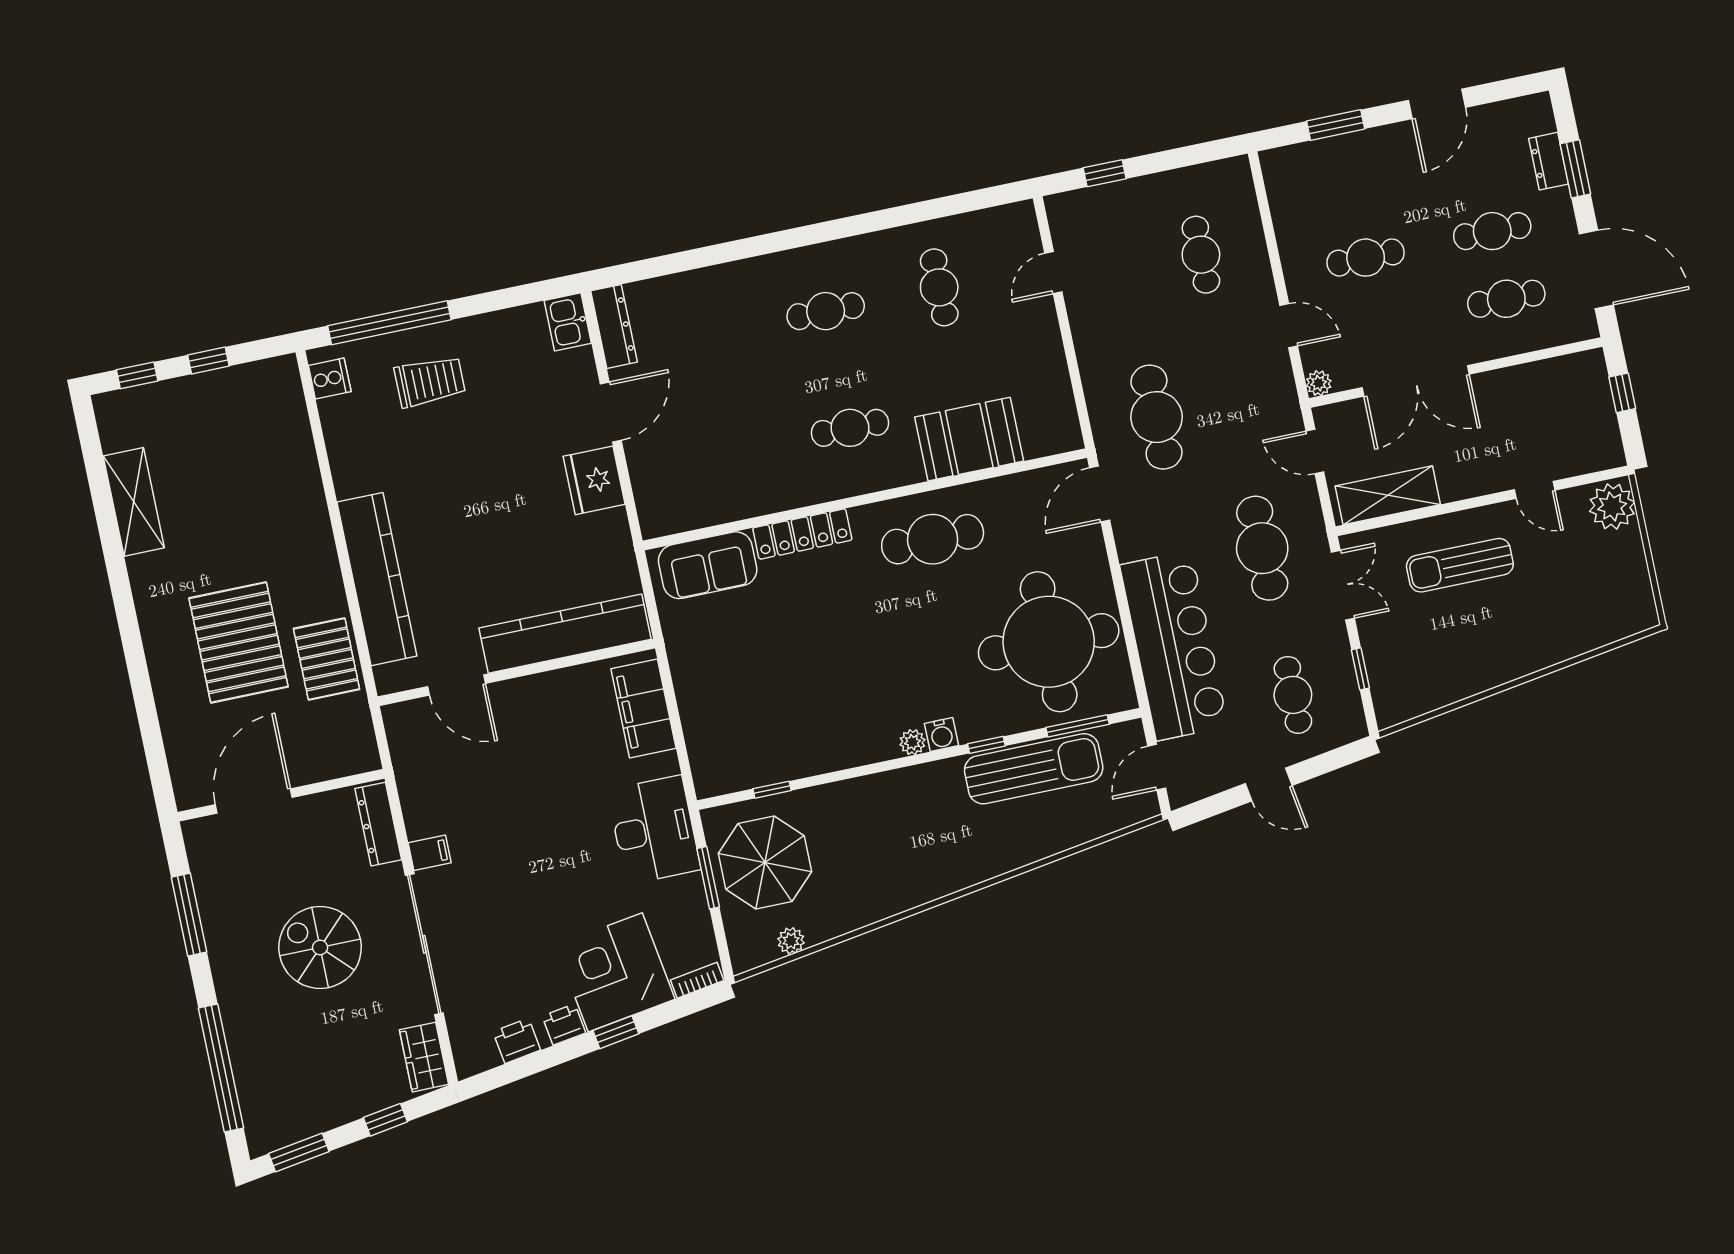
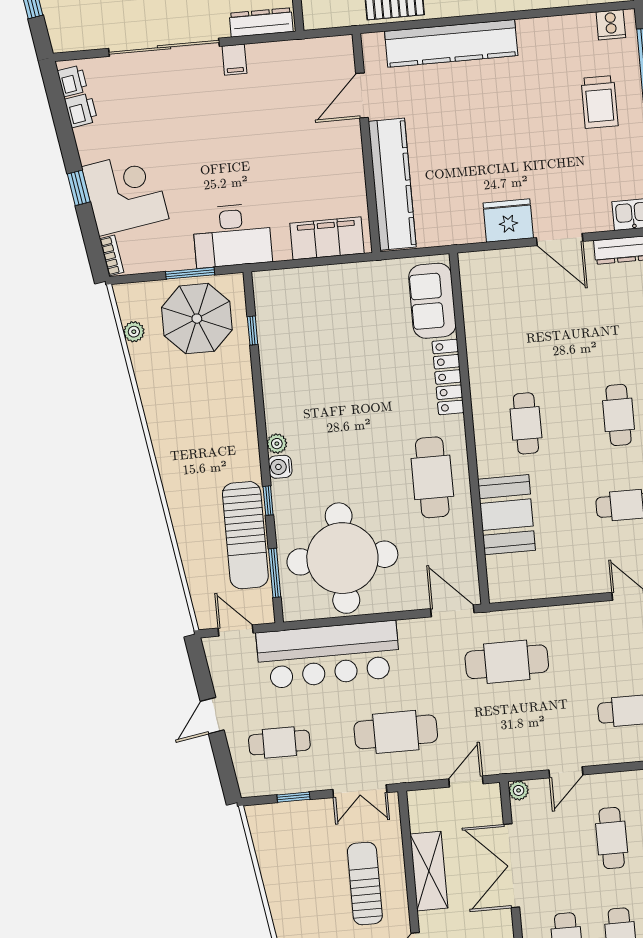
shelving: (1388, 495) -> (429, 871), moved
printer: (564, 1024) -> (72, 81), moved
wardrobe: (424, 1057) -> (77, 37), removed

